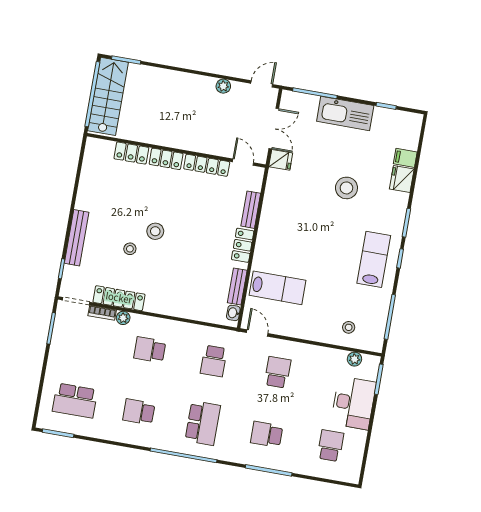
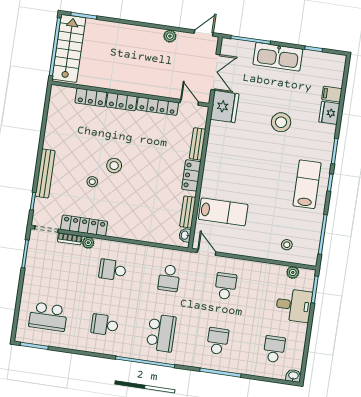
fridge: (281, 160) -> (225, 107), width x1.88, depth x1.34
desk: (353, 403) -> (294, 305), width x0.73
school desk: (267, 434) -> (218, 341), turned 90
washbasin: (351, 476) -> (293, 376), added

